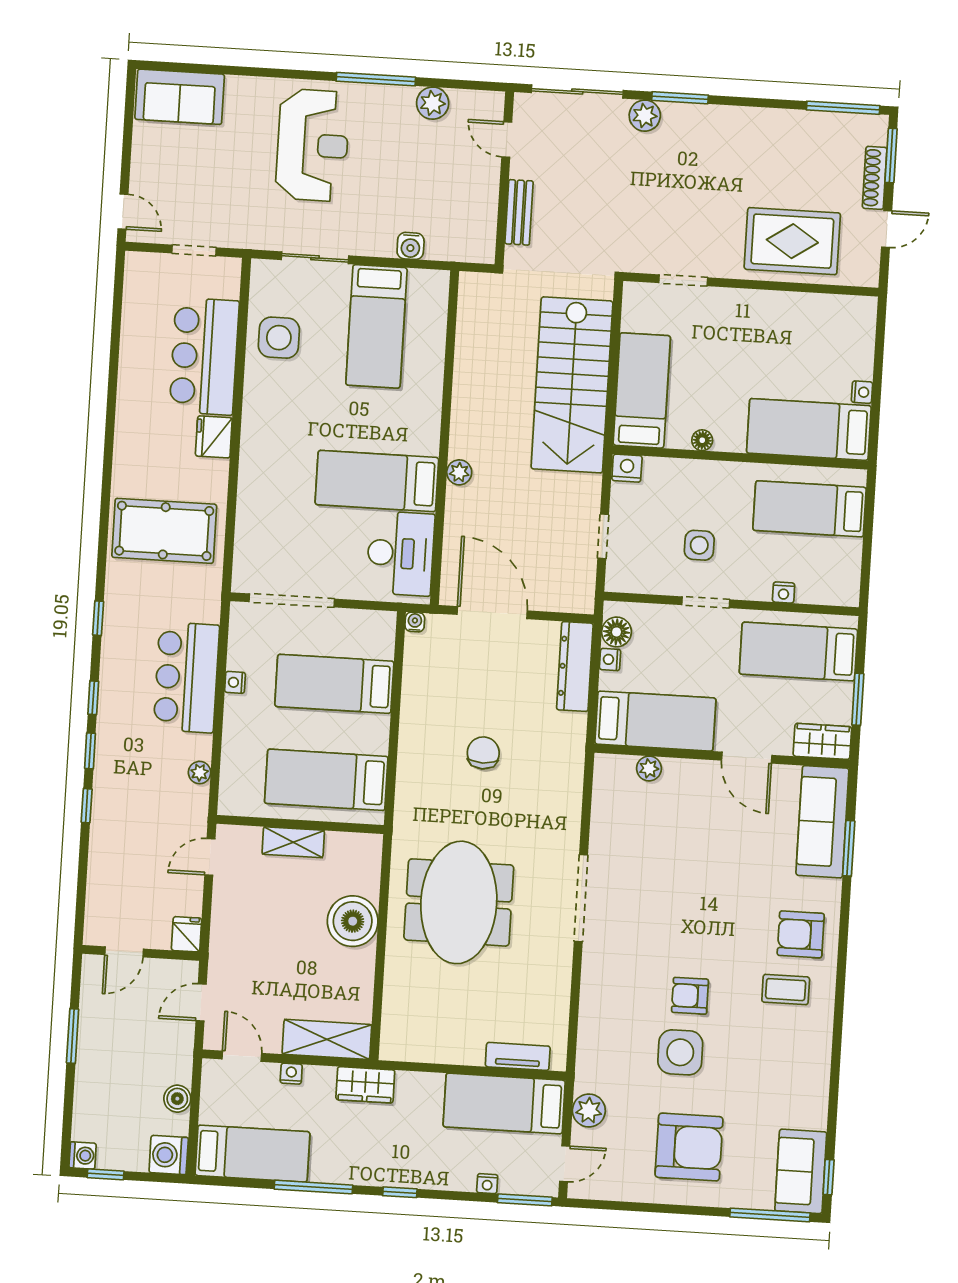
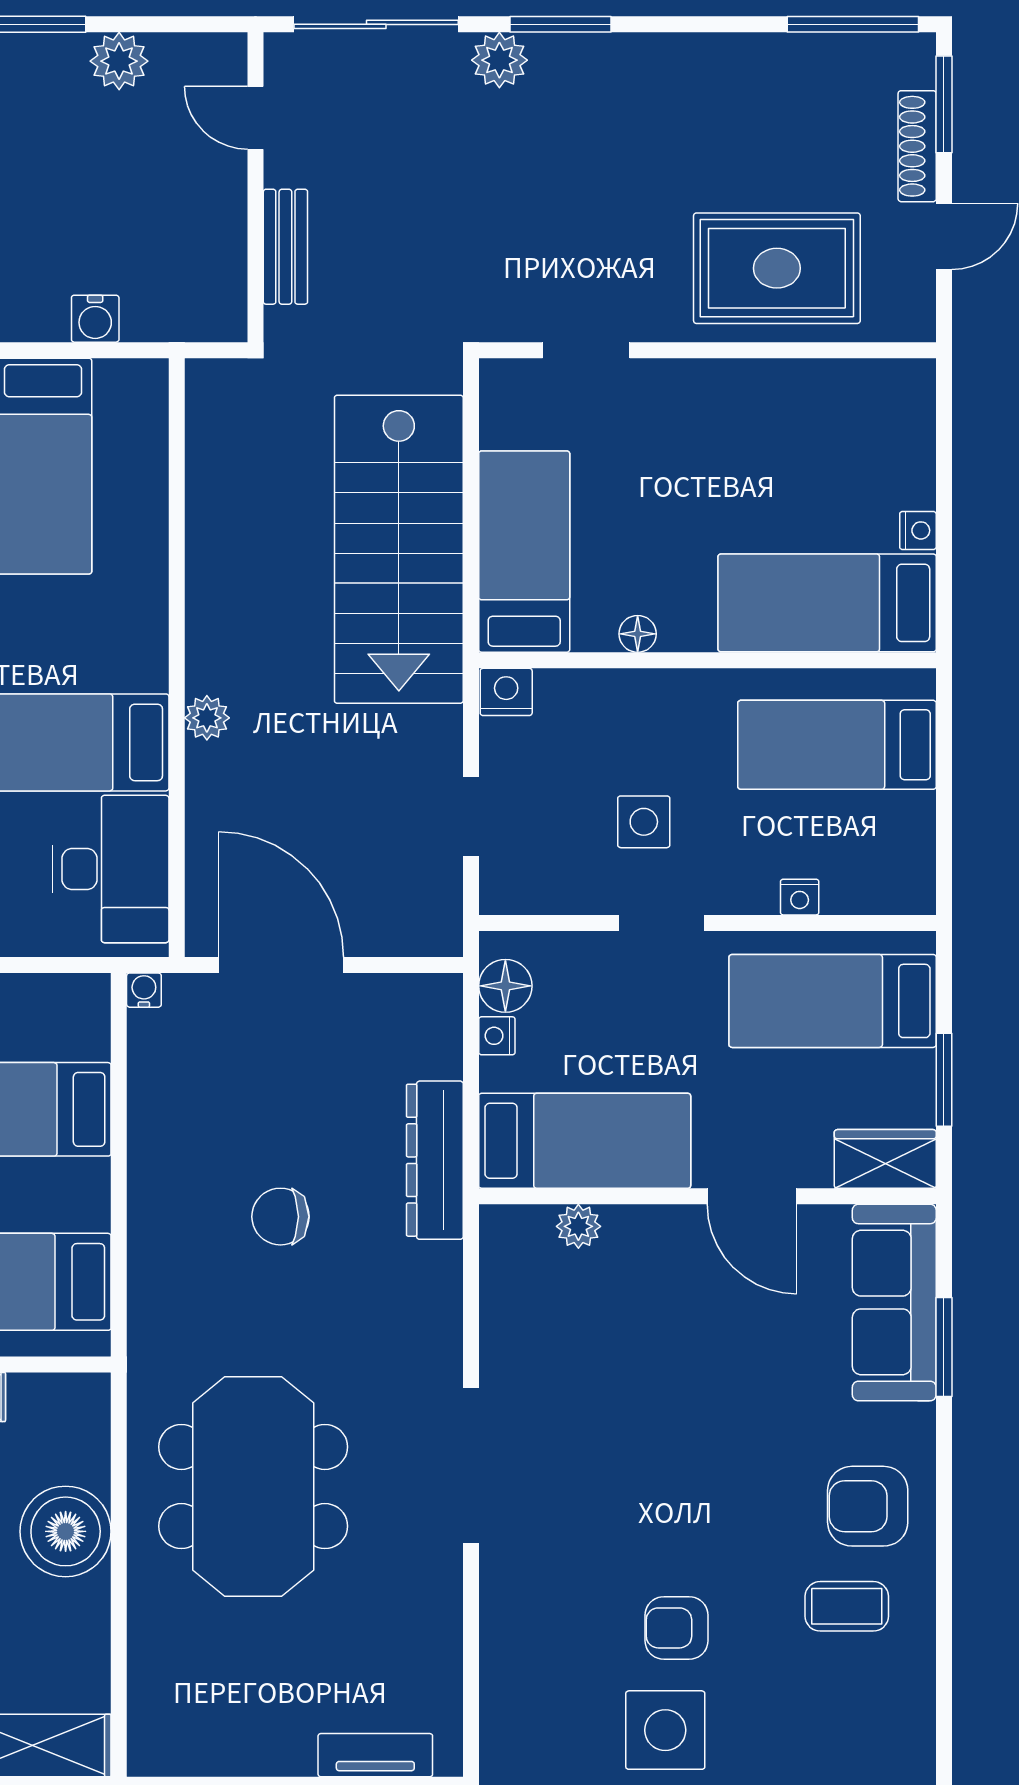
dresser: (575, 667) -> (435, 1160), moved
chair: (483, 753) -> (280, 1217), turned -90

